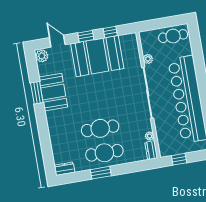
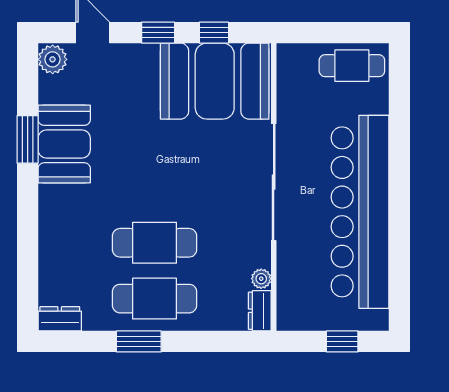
booth: (97, 56) -> (215, 81), moved
plant: (148, 59) -> (287, 107), removed
window: (179, 159) -> (342, 341), moved

